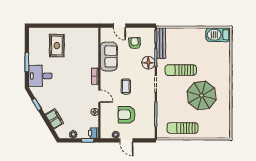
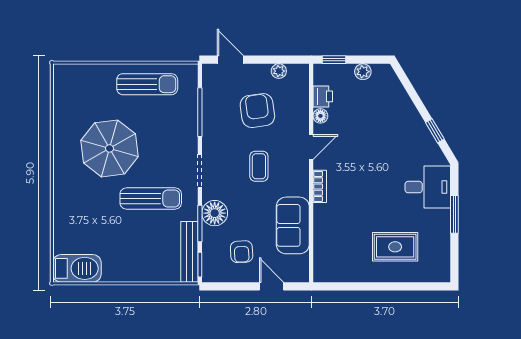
rug: (57, 46) -> (395, 247), turned 90
door: (99, 96) -> (311, 147), swing flipped
armchair: (127, 115) -> (257, 111), turned -98
filing cabinet: (54, 119) -> (400, 102), removed
printer: (93, 133) -> (323, 96), moved
door: (126, 140) -> (230, 60), moved

